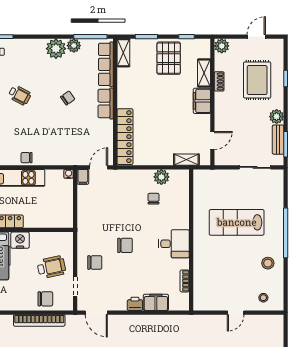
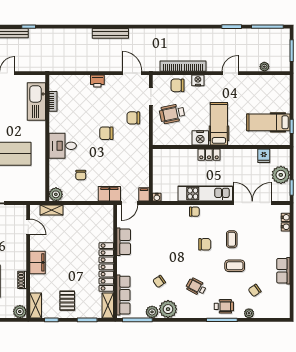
pallet: (169, 58) -> (67, 301), width x0.67, depth x0.71
shelving: (204, 73) -> (36, 305), moved
wheelchair: (20, 95) -> (196, 287), moved
chair: (68, 98) -> (159, 281), moved
row of seats: (106, 104) -> (124, 242), moved
chair: (15, 121) -> (205, 244), added
locker: (125, 137) -> (106, 267), moved
door: (212, 140) -> (28, 227), swing flipped
plant: (161, 177) -> (56, 194), moved
desk: (174, 244) -> (63, 146), moved
kitchen sink: (203, 281) -> (36, 102), added
filing cabinet: (156, 302) -> (109, 194), moved, turned 180
nightstand: (23, 305) -> (198, 80), added

